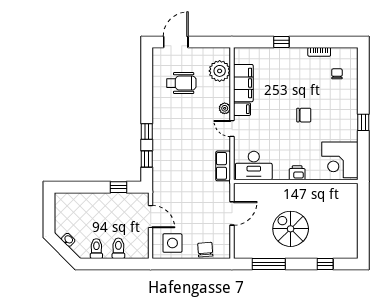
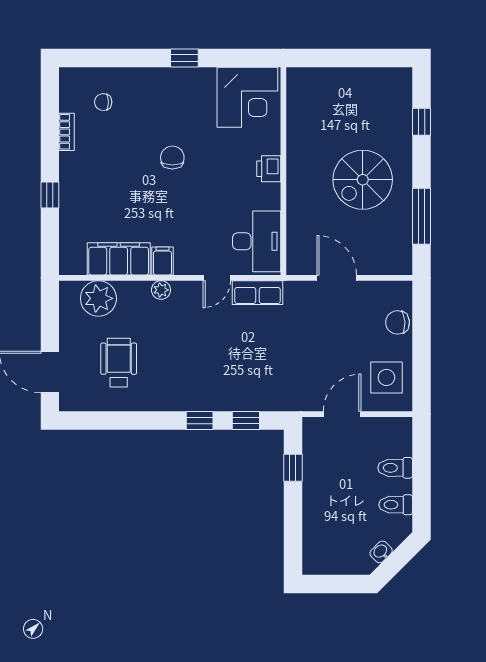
door: (232, 129) -> (217, 278), moved

